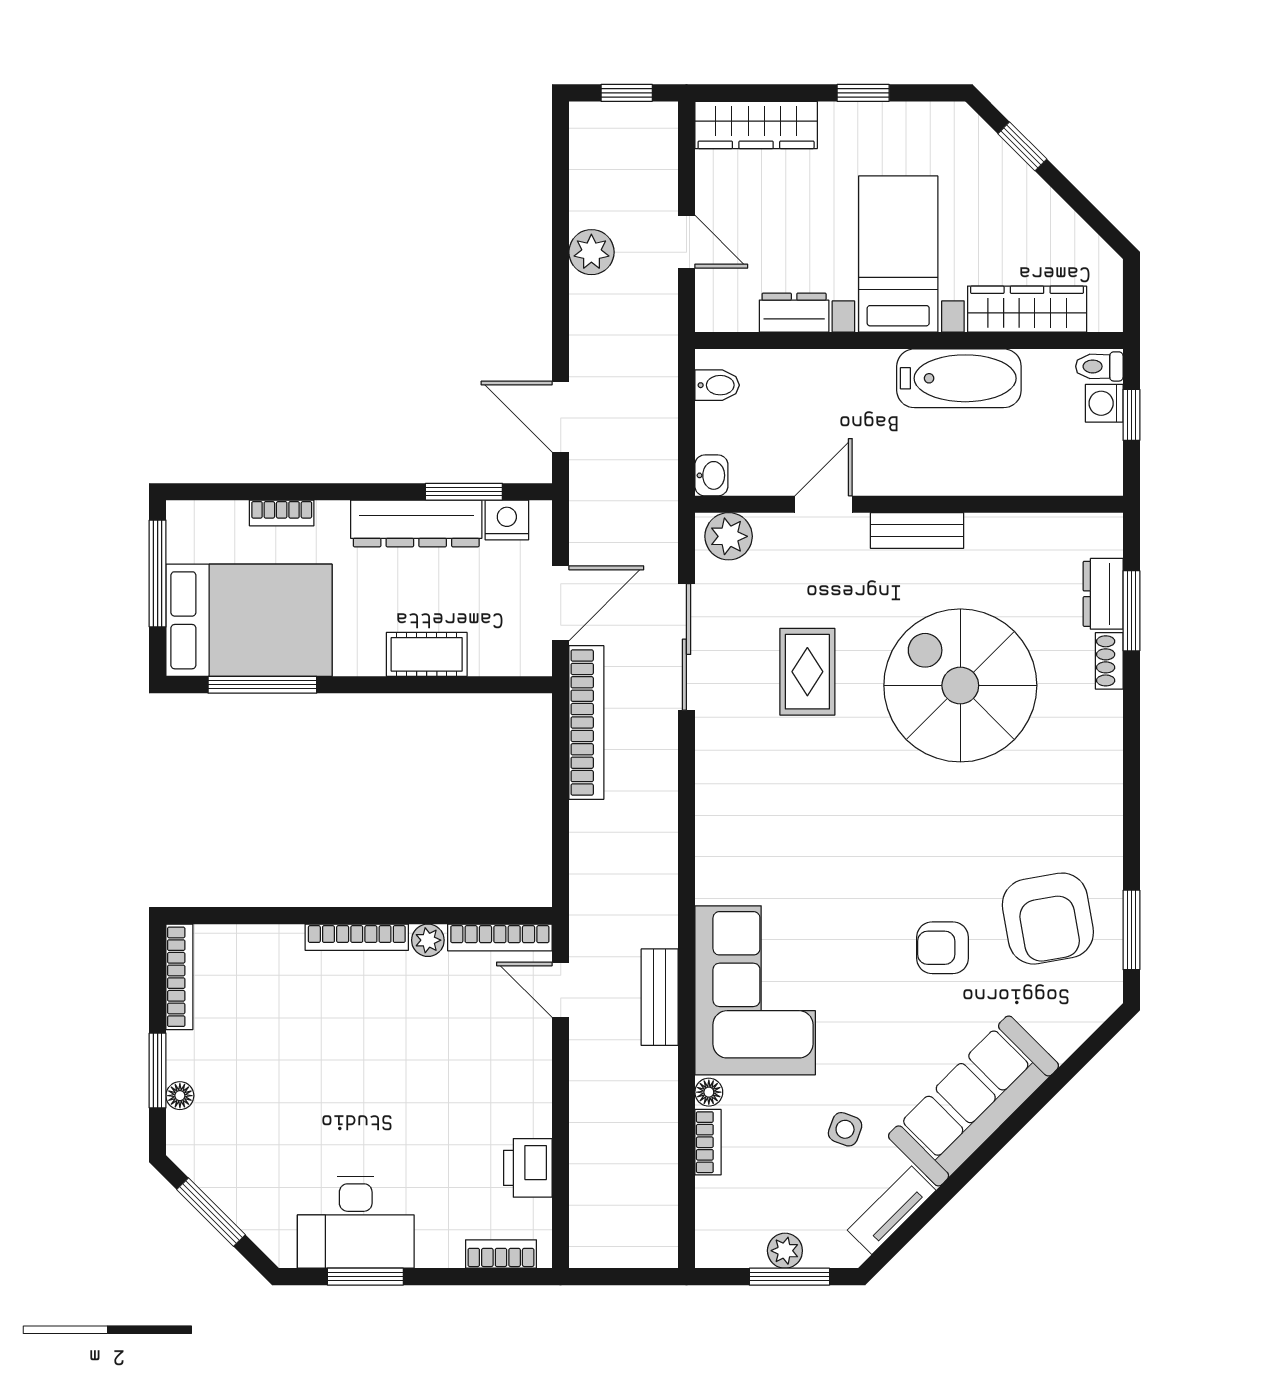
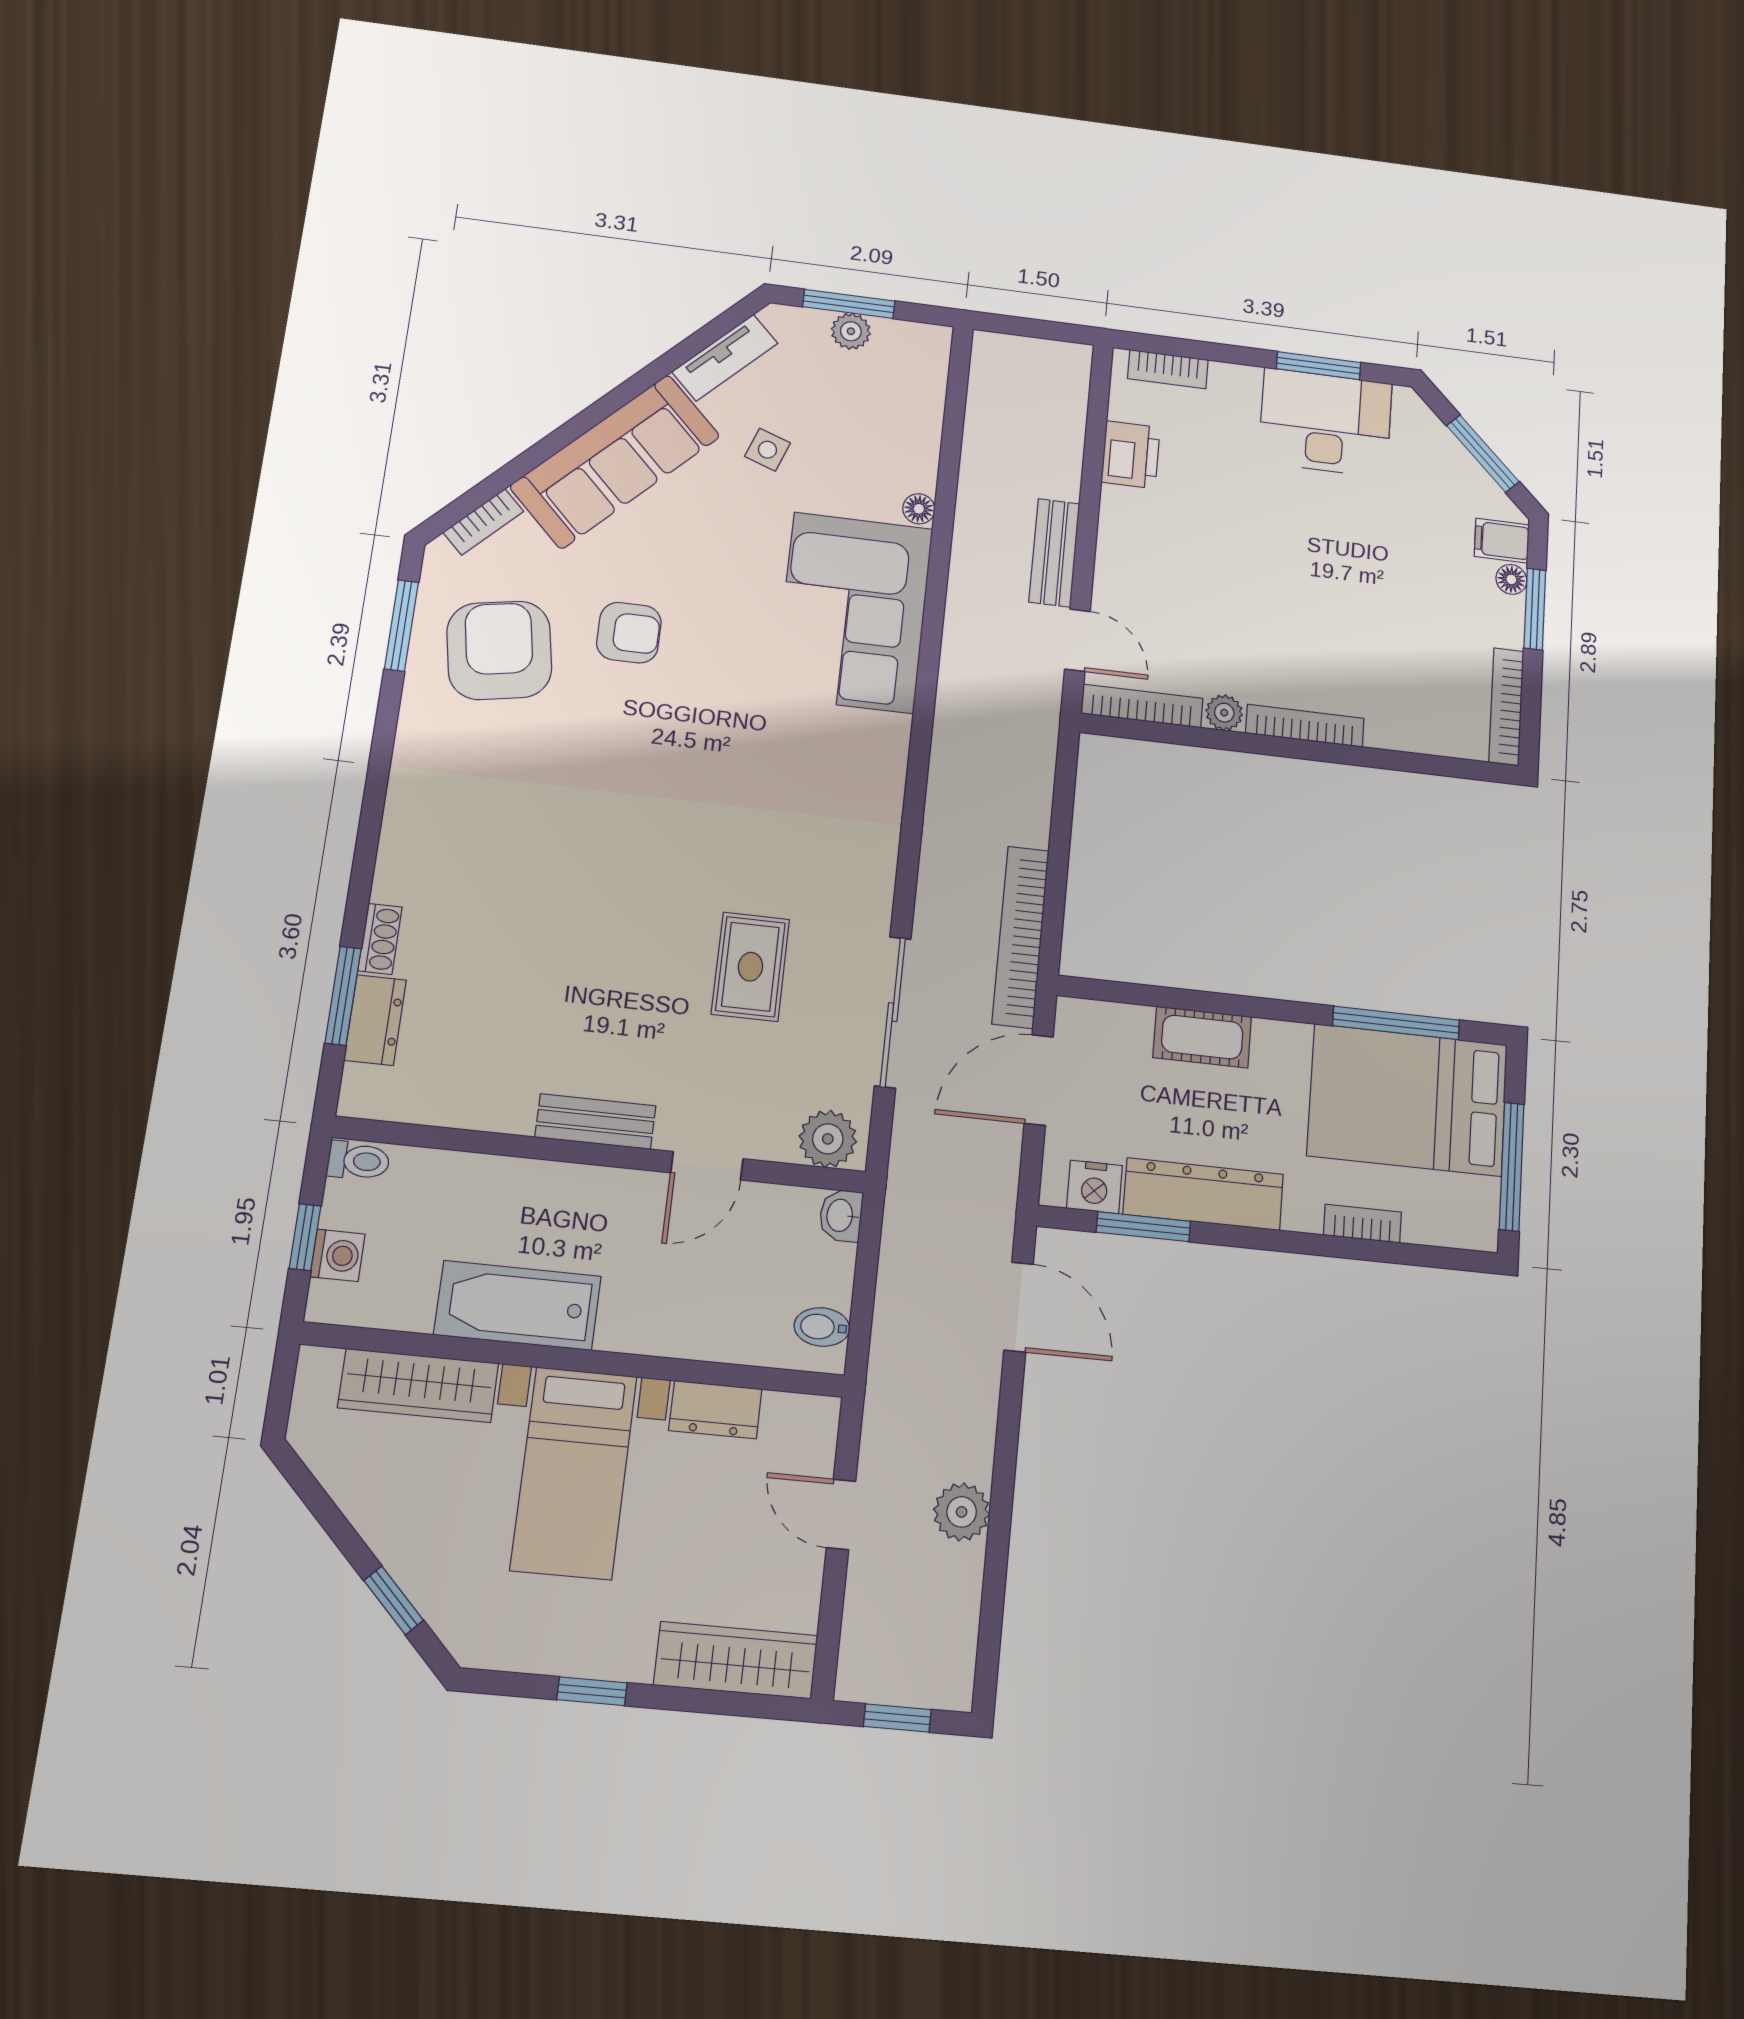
toilet: (1099, 366) -> (358, 1161), moved
spiral stairs: (960, 685) -> (567, 930), removed
bench: (660, 997) -> (1054, 553), moved
filing cabinet: (190, 1131) -> (1502, 541), added
bookcase: (708, 1142) -> (483, 522), moved, turned -135

